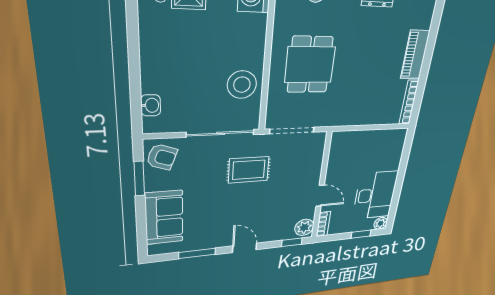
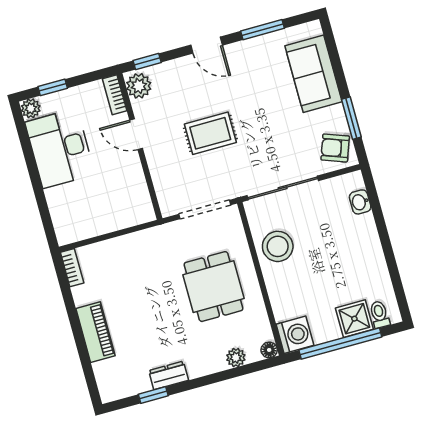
bookcase: (409, 102) -> (72, 268), width x0.64
rug: (249, 170) -> (210, 133), moved

